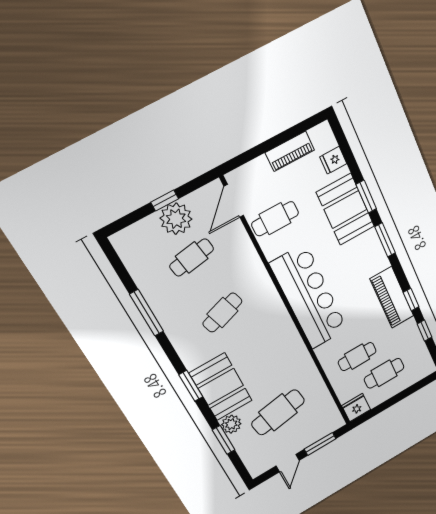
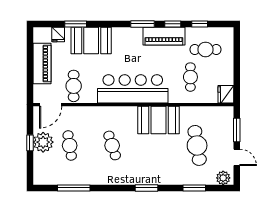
piano: (290, 151) -> (42, 64), width x1.37, depth x1.33
window: (366, 197) -> (76, 24), moved
door: (234, 201) -> (51, 105), hinge flipped
window: (385, 240) -> (143, 24), moved
window: (147, 313) -> (74, 188), moved
cafe table: (384, 373) -> (206, 49), moved, turned 90
booth: (221, 387) -> (158, 120), moved
plant: (231, 424) -> (223, 178), moved

